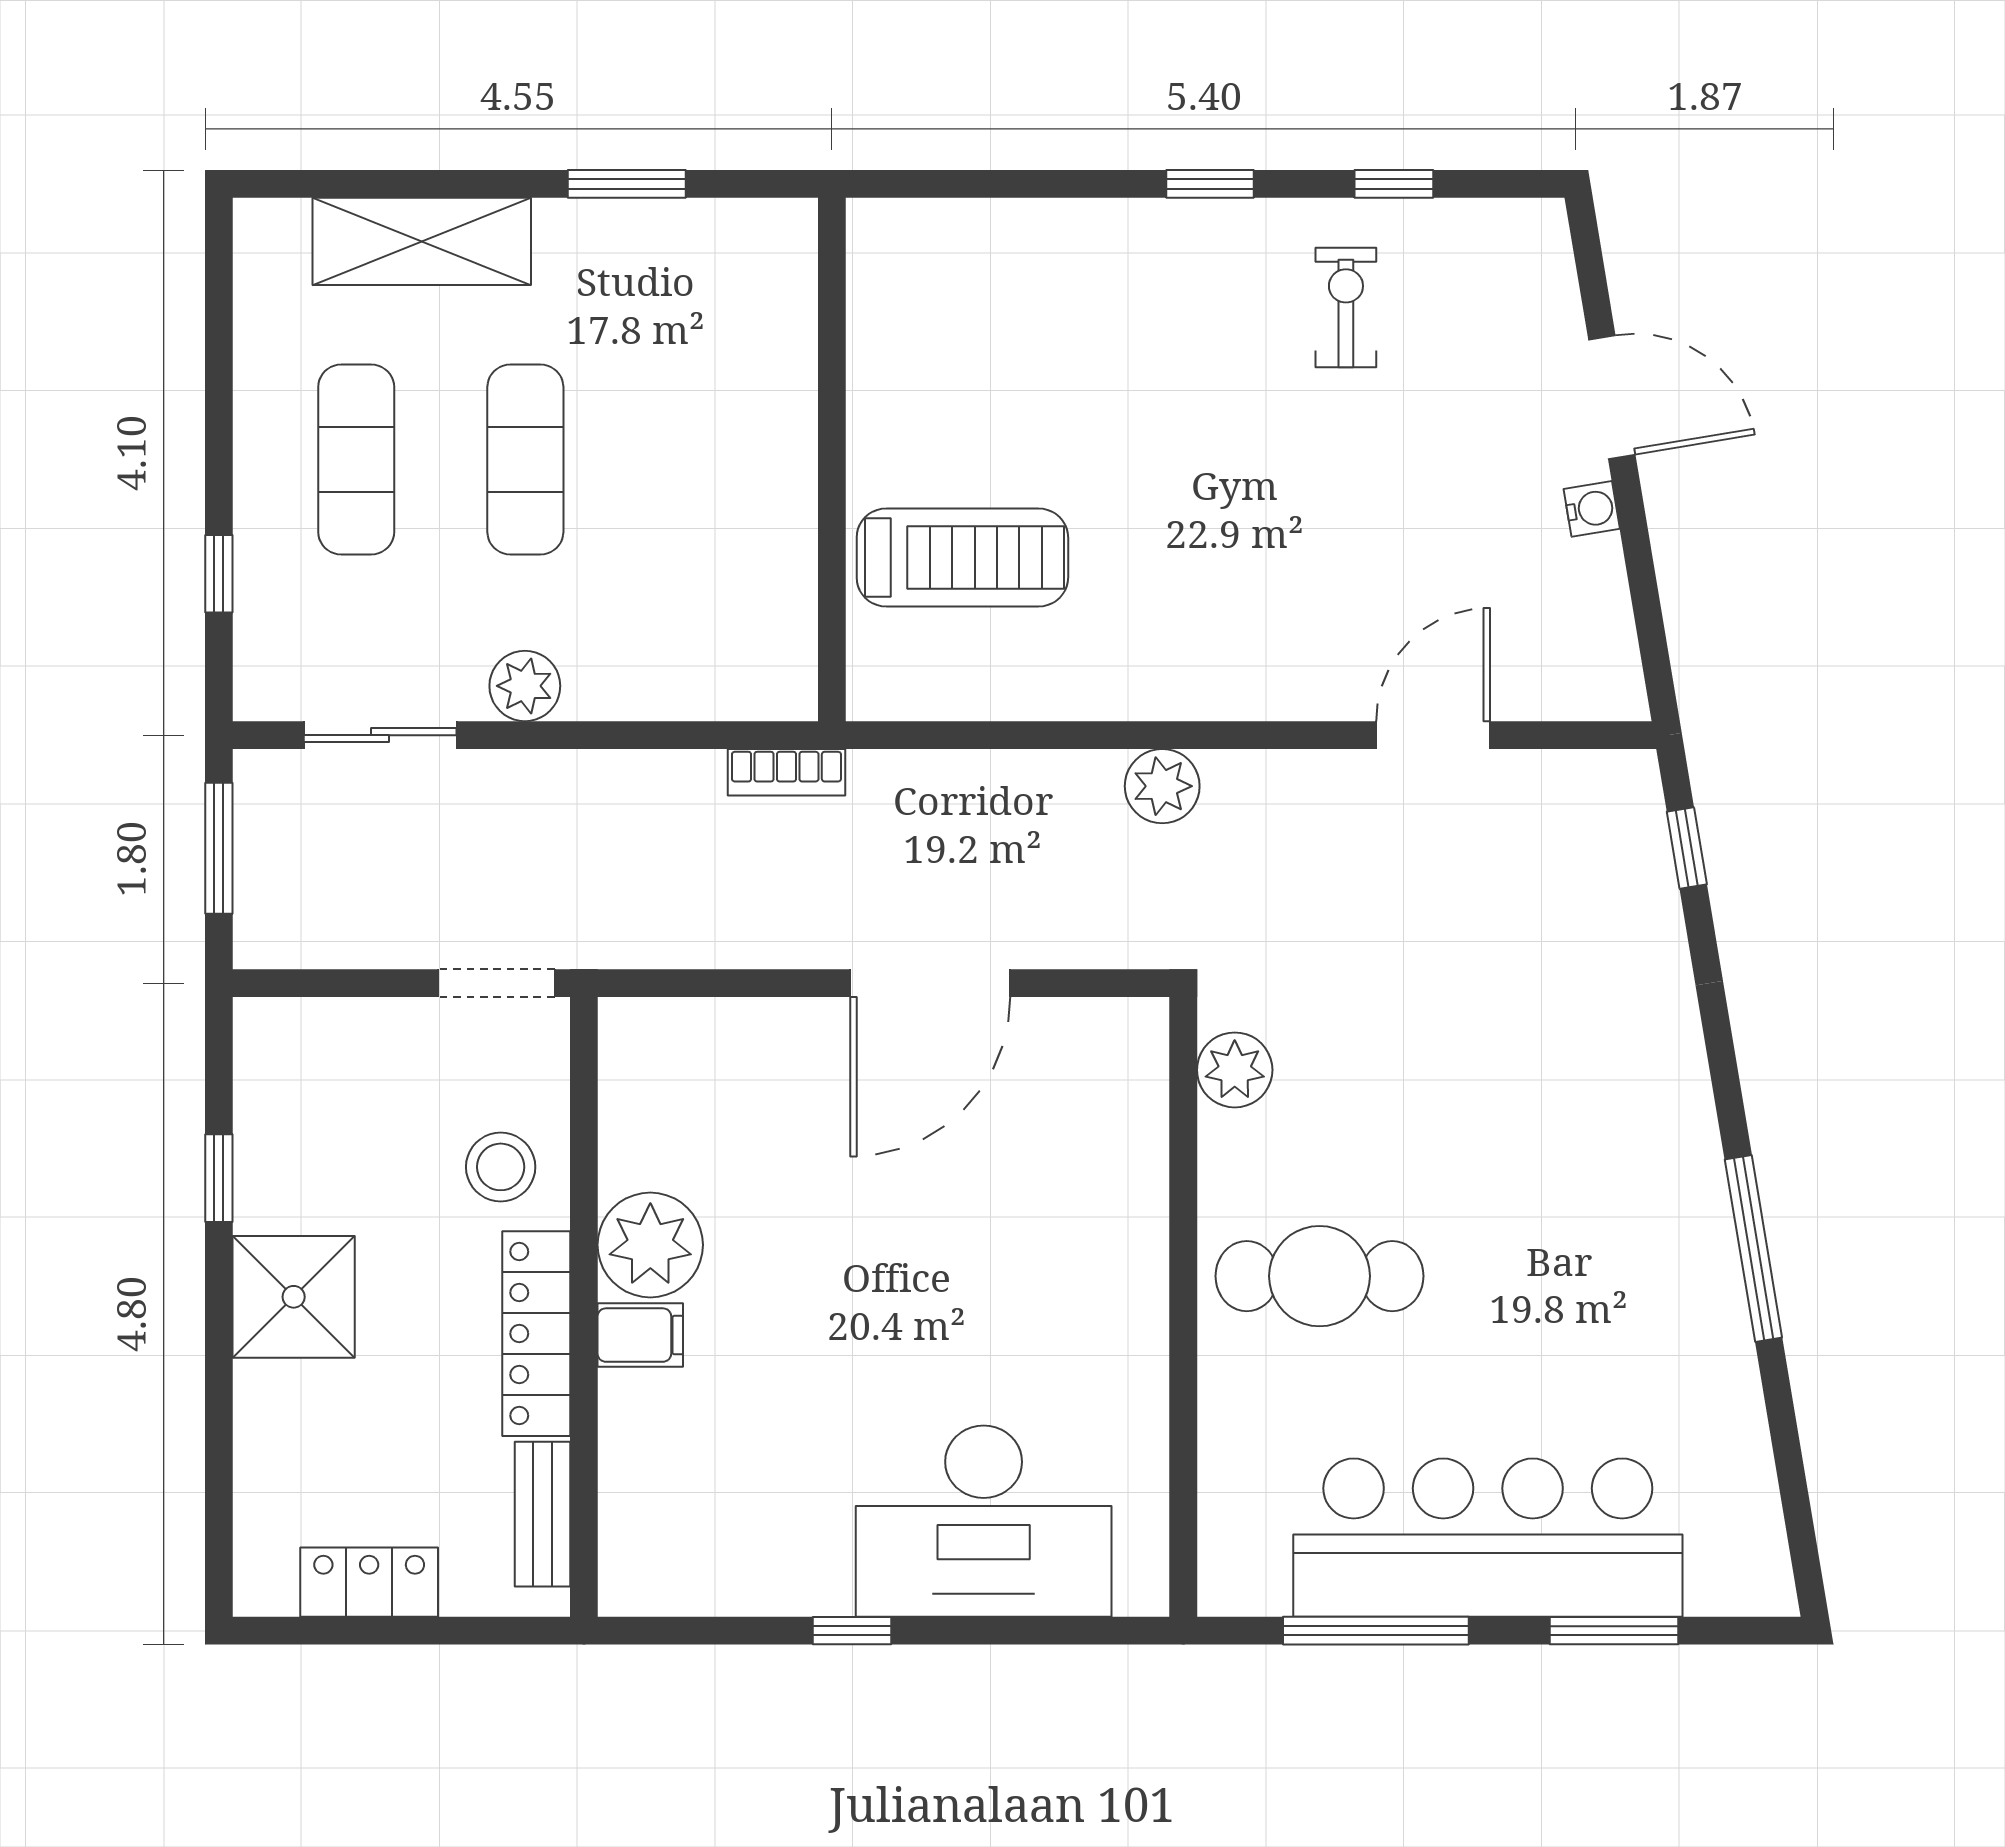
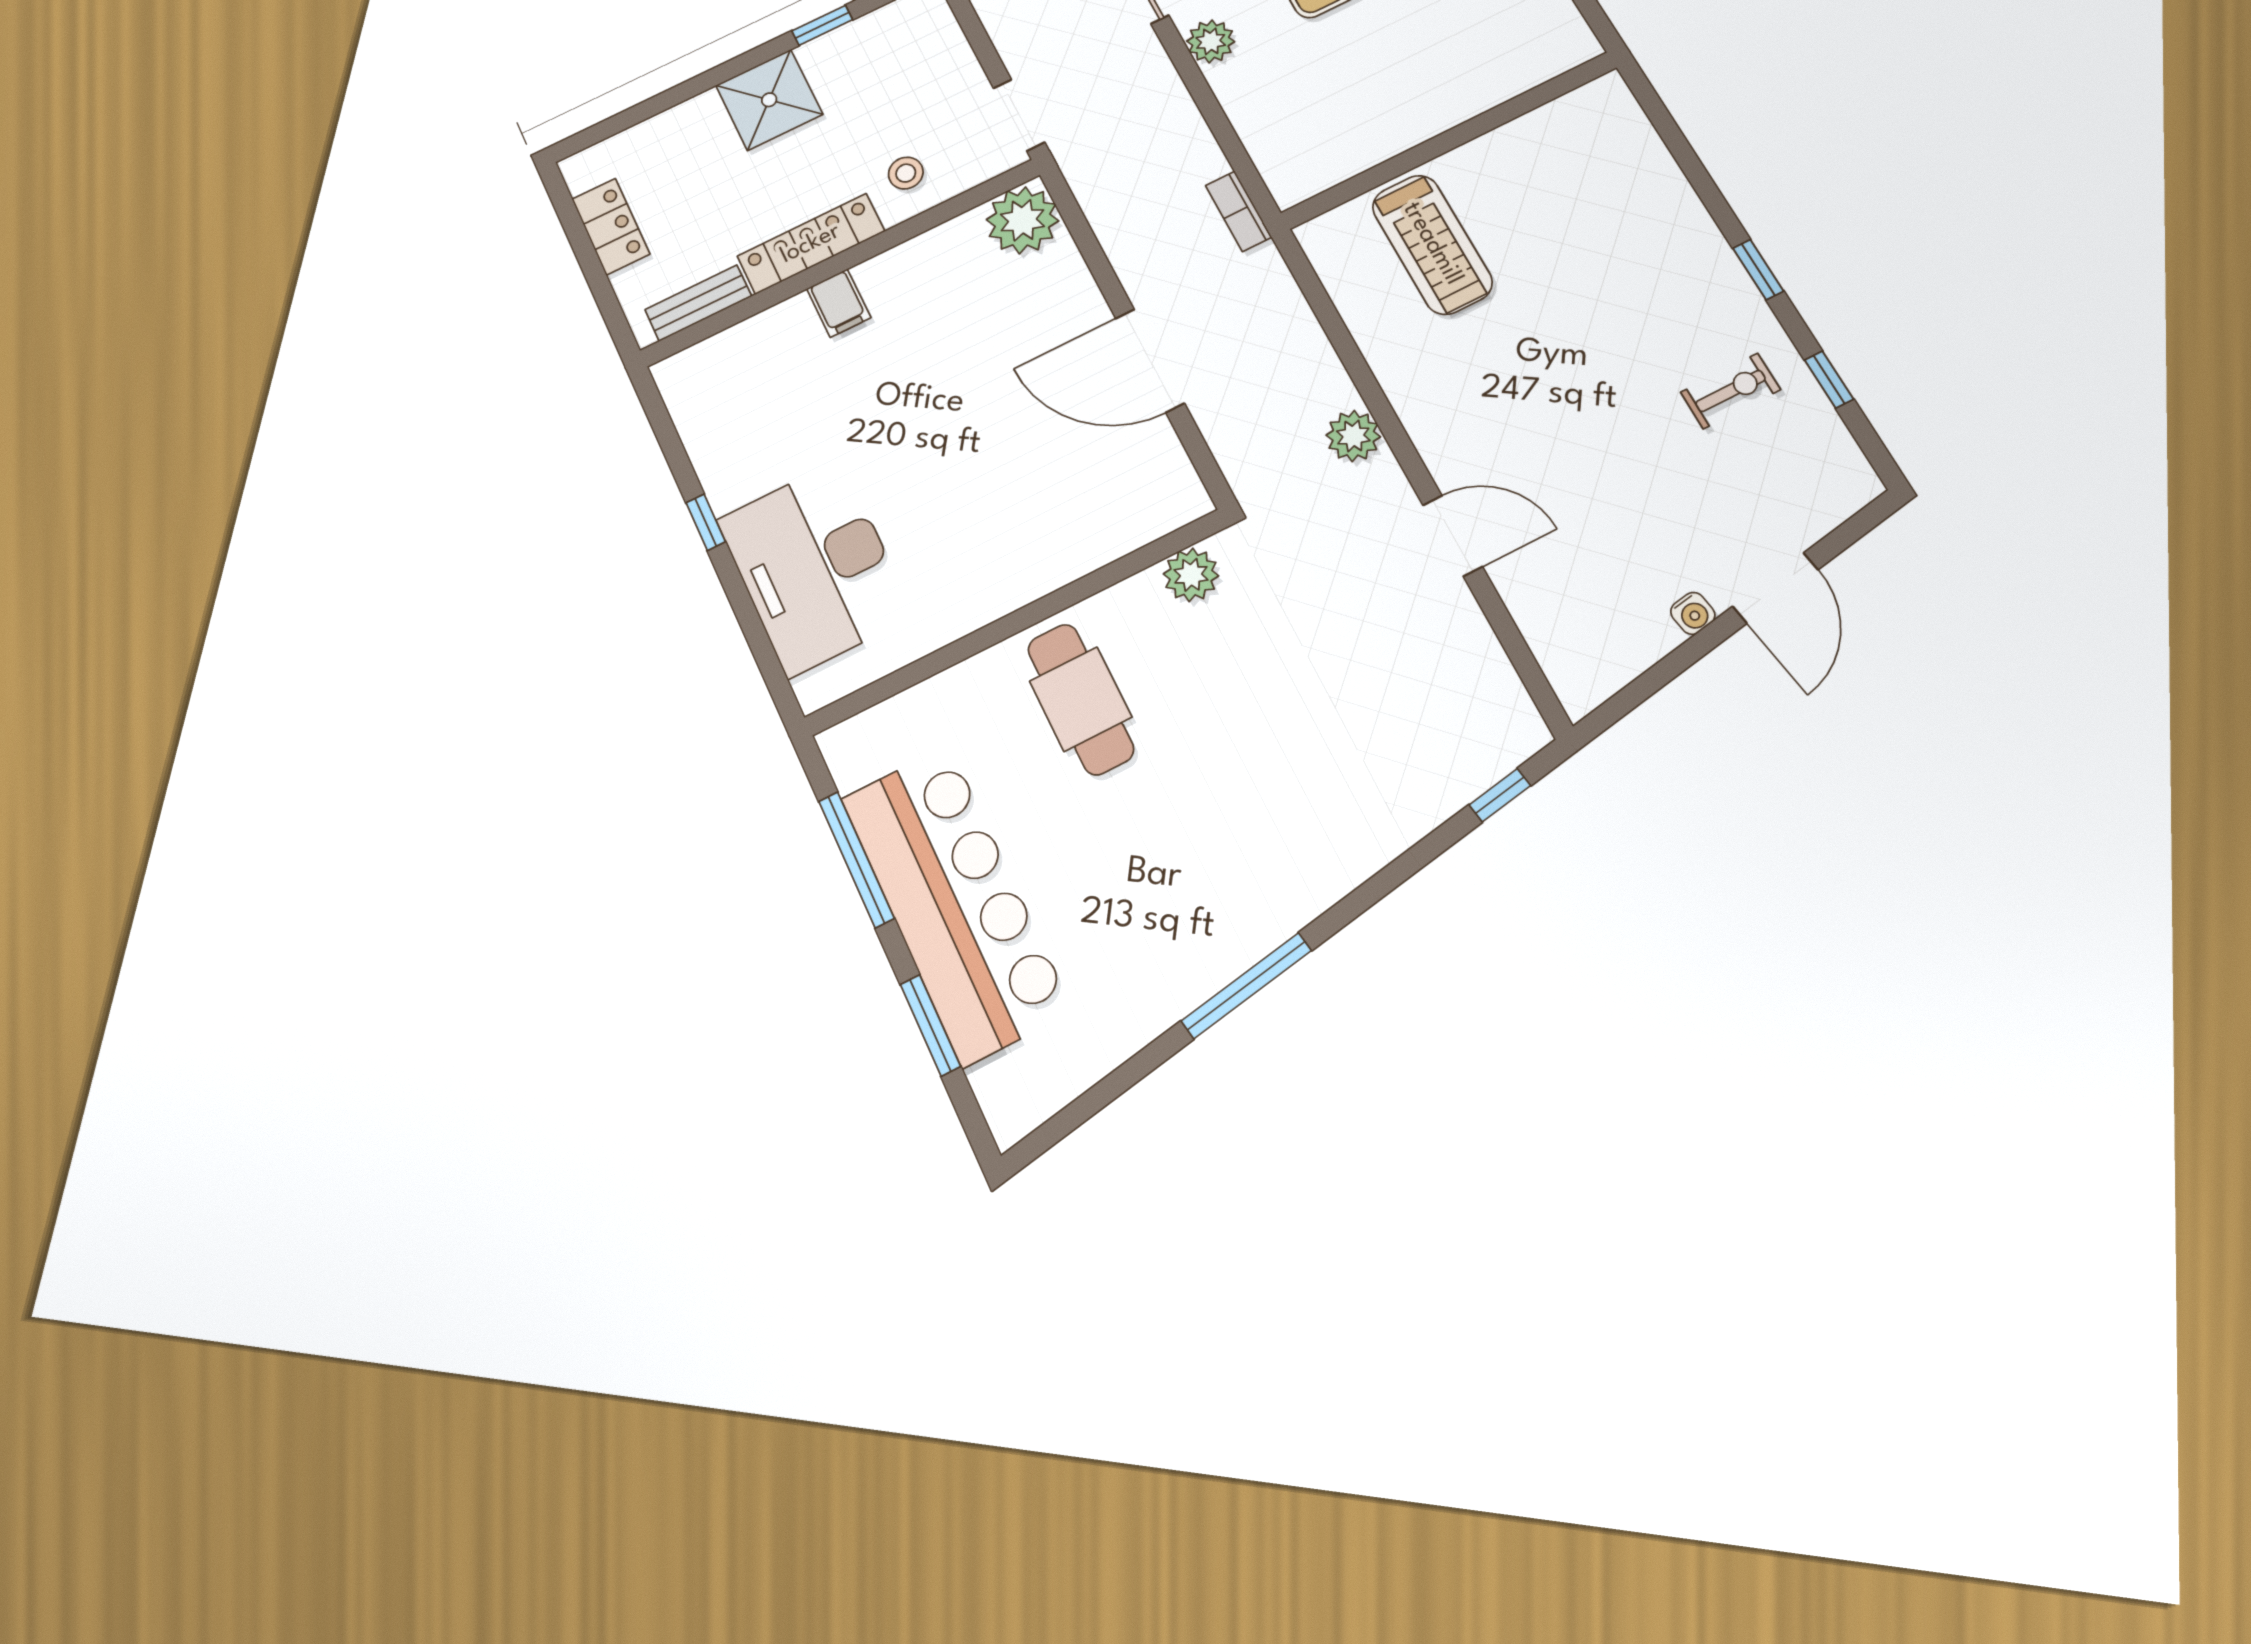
door: (1433, 735) -> (1453, 536), moved
stool: (501, 1167) -> (906, 173), width x0.73, depth x0.73
plant: (650, 1245) -> (1022, 220), moved

